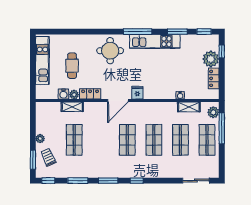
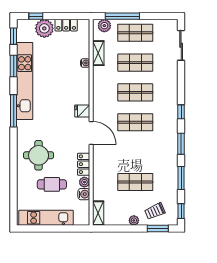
kitchen unit: (155, 41) -> (25, 81), width x1.36
round table: (110, 51) -> (39, 155), moved
shelving: (72, 107) -> (98, 213), moved

